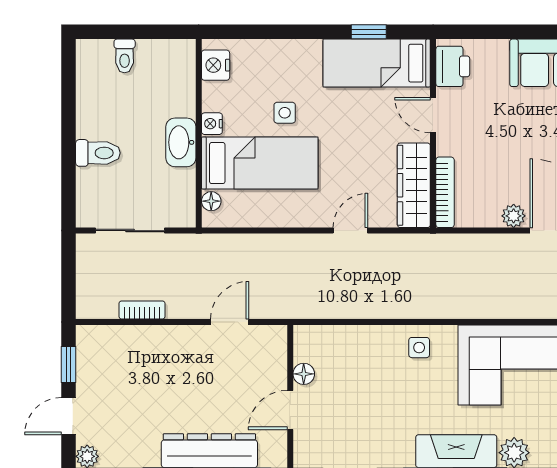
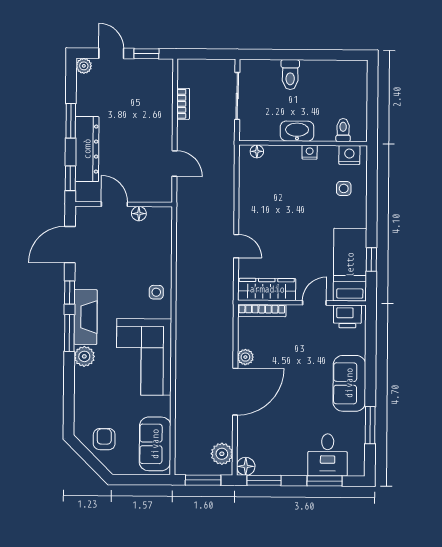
toilet: (125, 56) -> (343, 130), moved, turned 90
side table: (285, 113) -> (344, 188), moved
bed: (260, 163) -> (283, 185), removed

